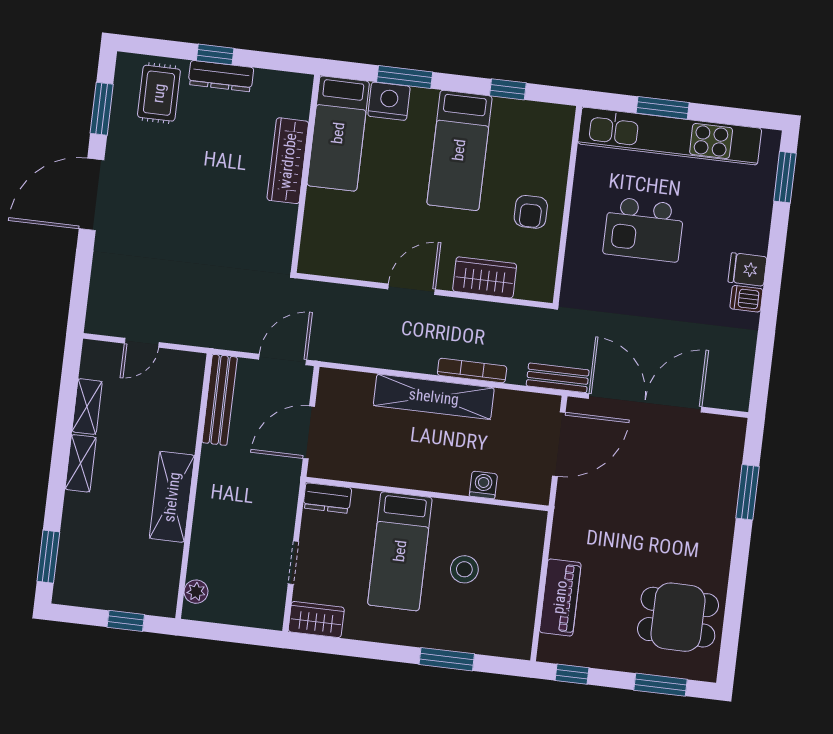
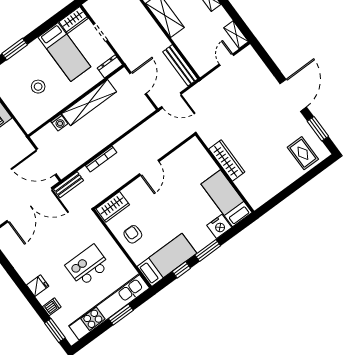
window: (215, 54) -> (296, 185), removed
dresser: (221, 76) -> (287, 180), removed
window: (405, 77) -> (208, 250), moved
bed: (459, 150) -> (167, 260), moved, turned 90
wardrobe: (288, 161) -> (227, 161), moved
wardrobe: (485, 277) -> (113, 207), moved
dishwasher: (746, 299) -> (52, 307), moved
door: (283, 360) -> (171, 100), hinge flipped
shelving: (434, 397) -> (89, 103), moved
shelving: (87, 407) -> (236, 35), moved
door: (559, 444) -> (46, 162), hinge flipped
bed: (400, 551) -> (64, 52), moved, turned 180

